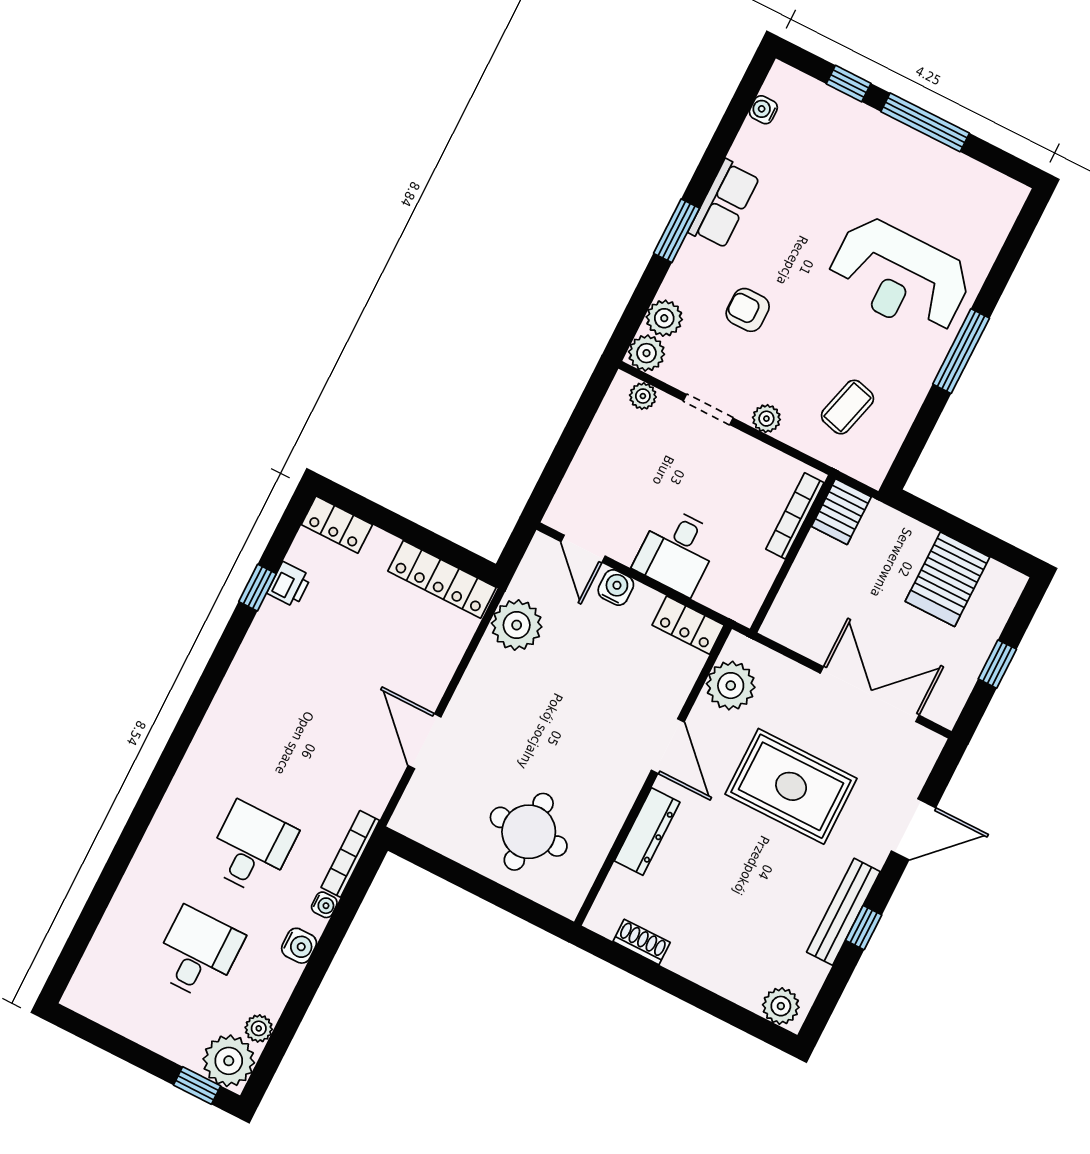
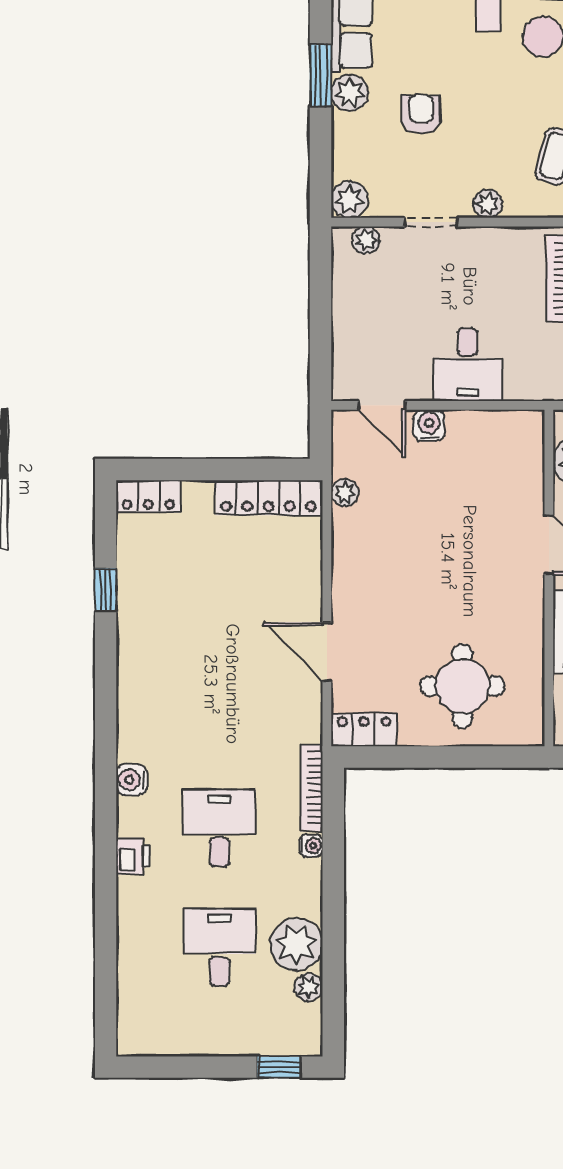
armchair: (748, 310) -> (421, 114), turned 90
plant: (664, 318) -> (350, 93), moved
printer: (289, 585) -> (133, 856), moved
plant: (517, 625) -> (345, 493), width x0.53, depth x0.53
locker: (688, 625) -> (364, 730), moved, turned 180
water cooler: (299, 946) -> (132, 780), moved, turned 180
plant: (229, 1061) -> (296, 944), moved

